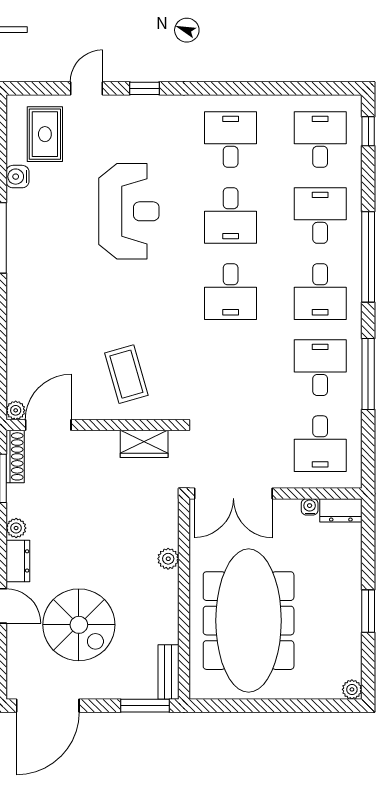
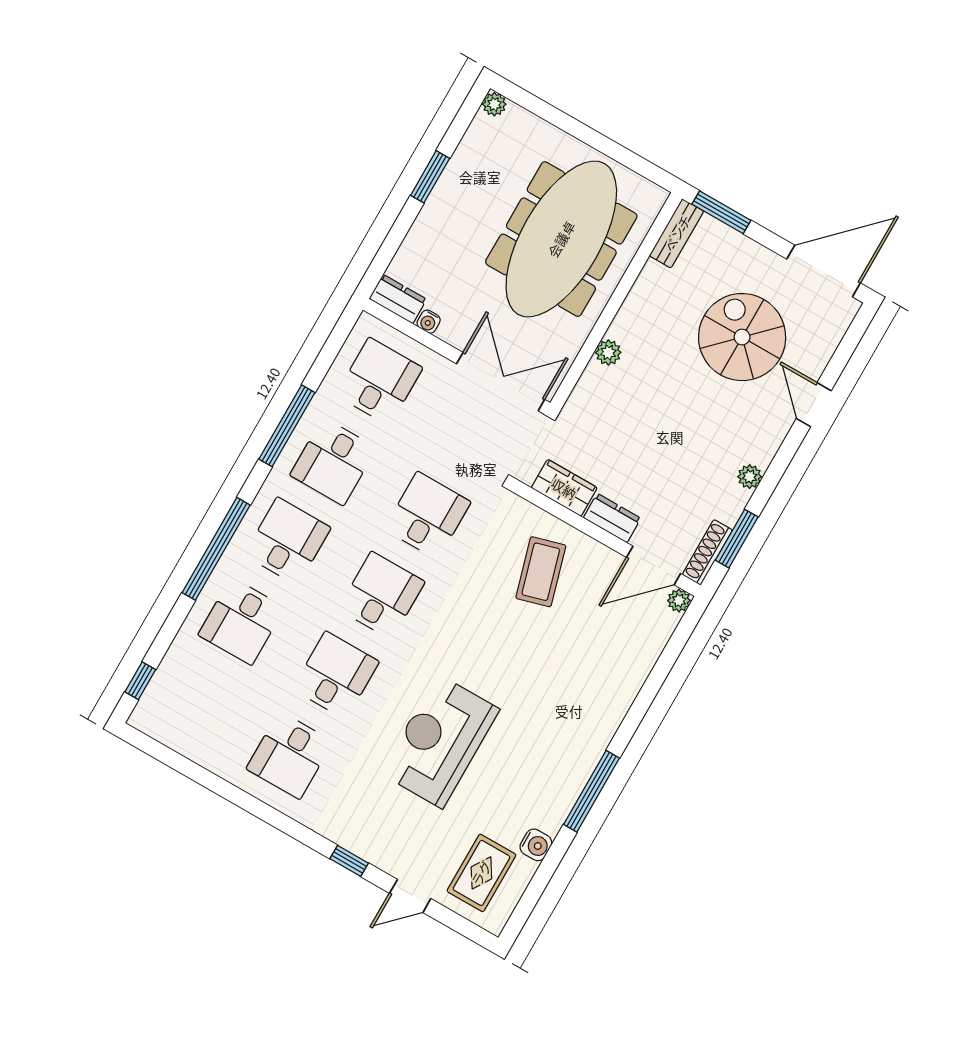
desk: (320, 139) -> (427, 516), moved, turned 180
dresser: (18, 561) -> (612, 518), moved, turned 90

